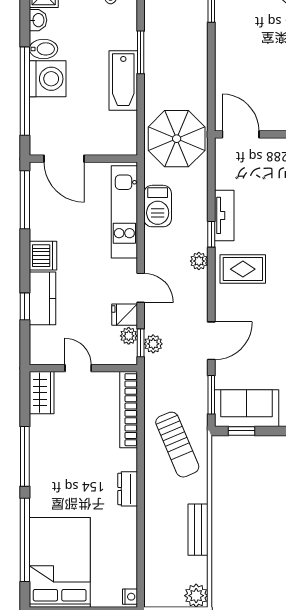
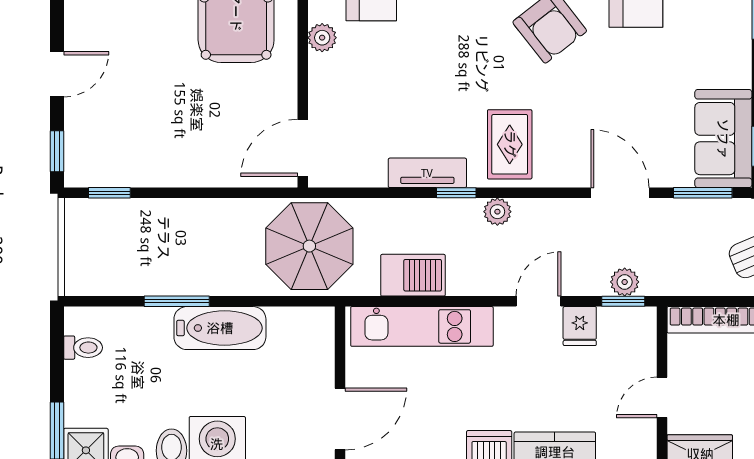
plant: (129, 336) -> (612, 320), removed

